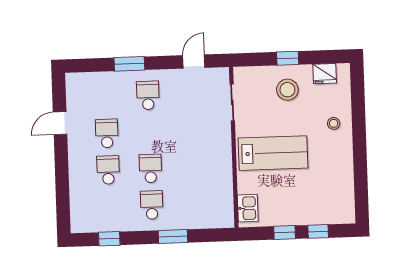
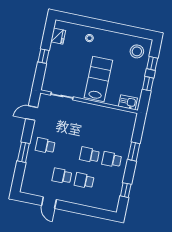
door: (194, 62) -> (32, 113), hinge flipped
stool: (287, 90) -> (137, 51), moved

